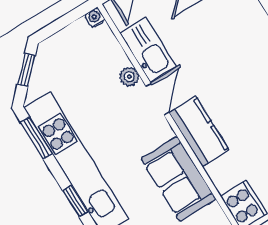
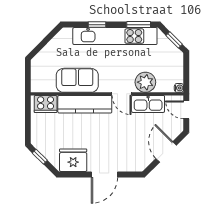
plant: (129, 77) -> (145, 82), width x1.88, depth x1.88
kitchen counter: (199, 131) -> (85, 104), width x1.50

